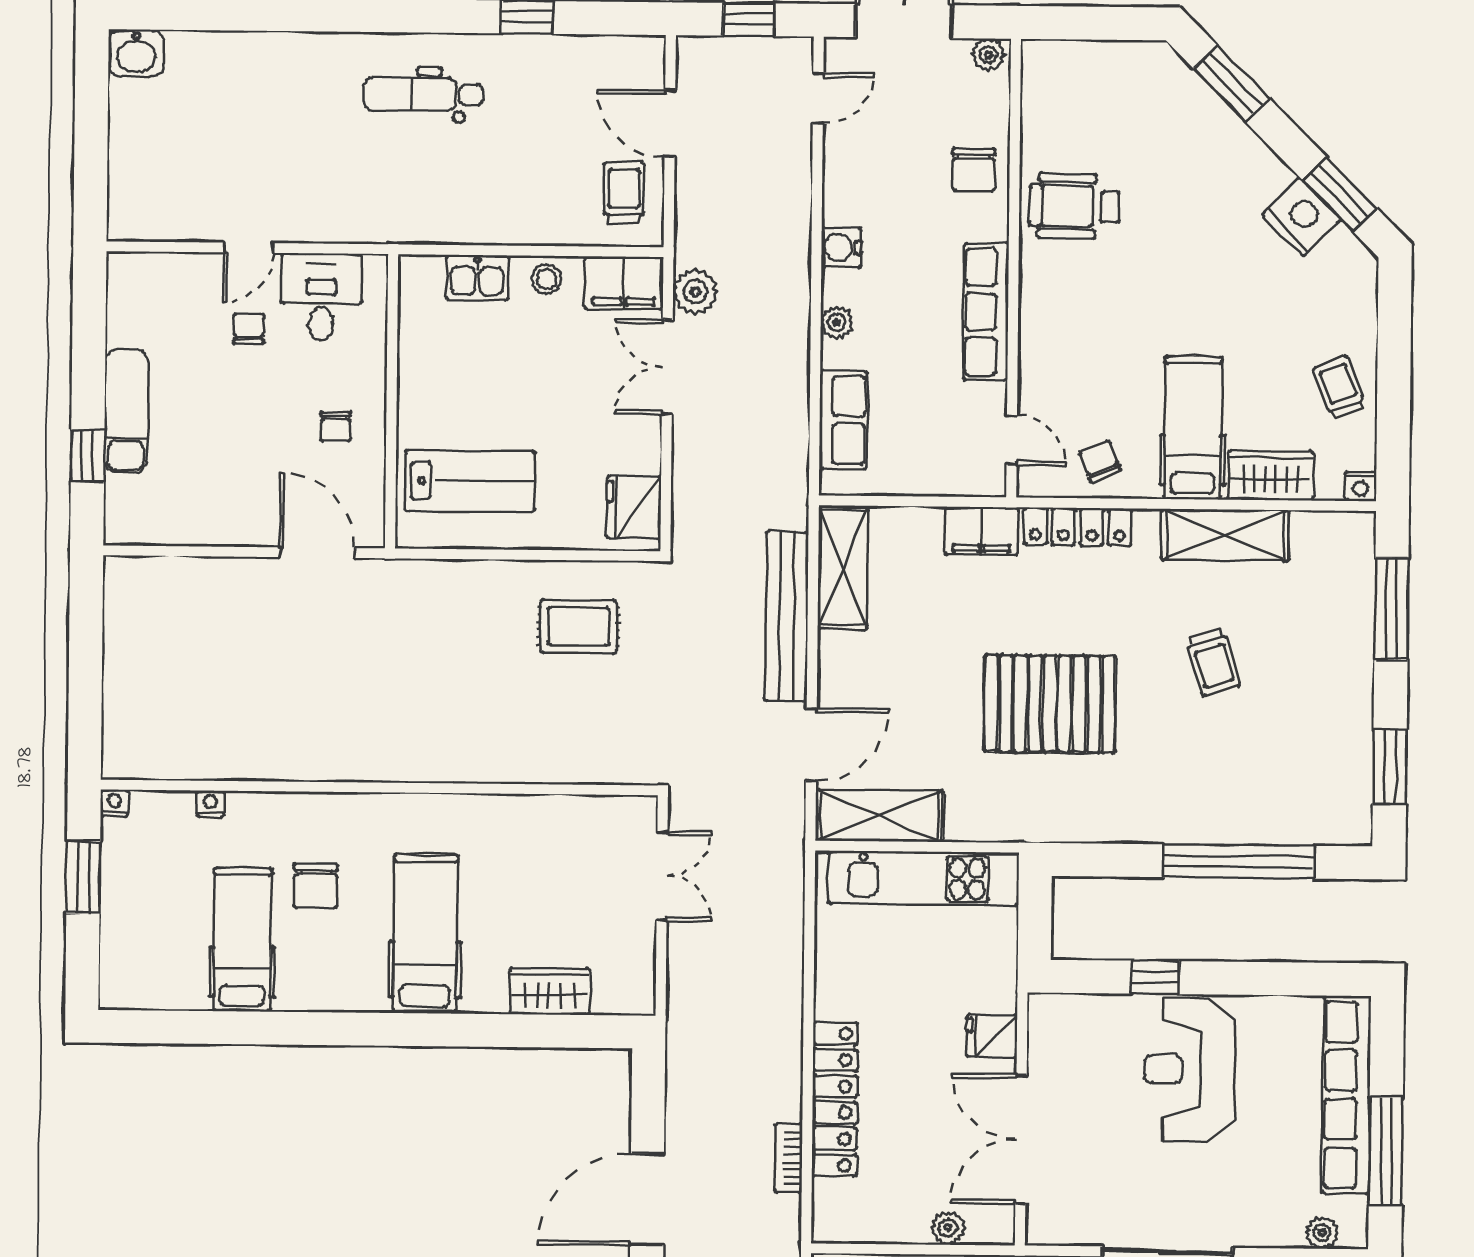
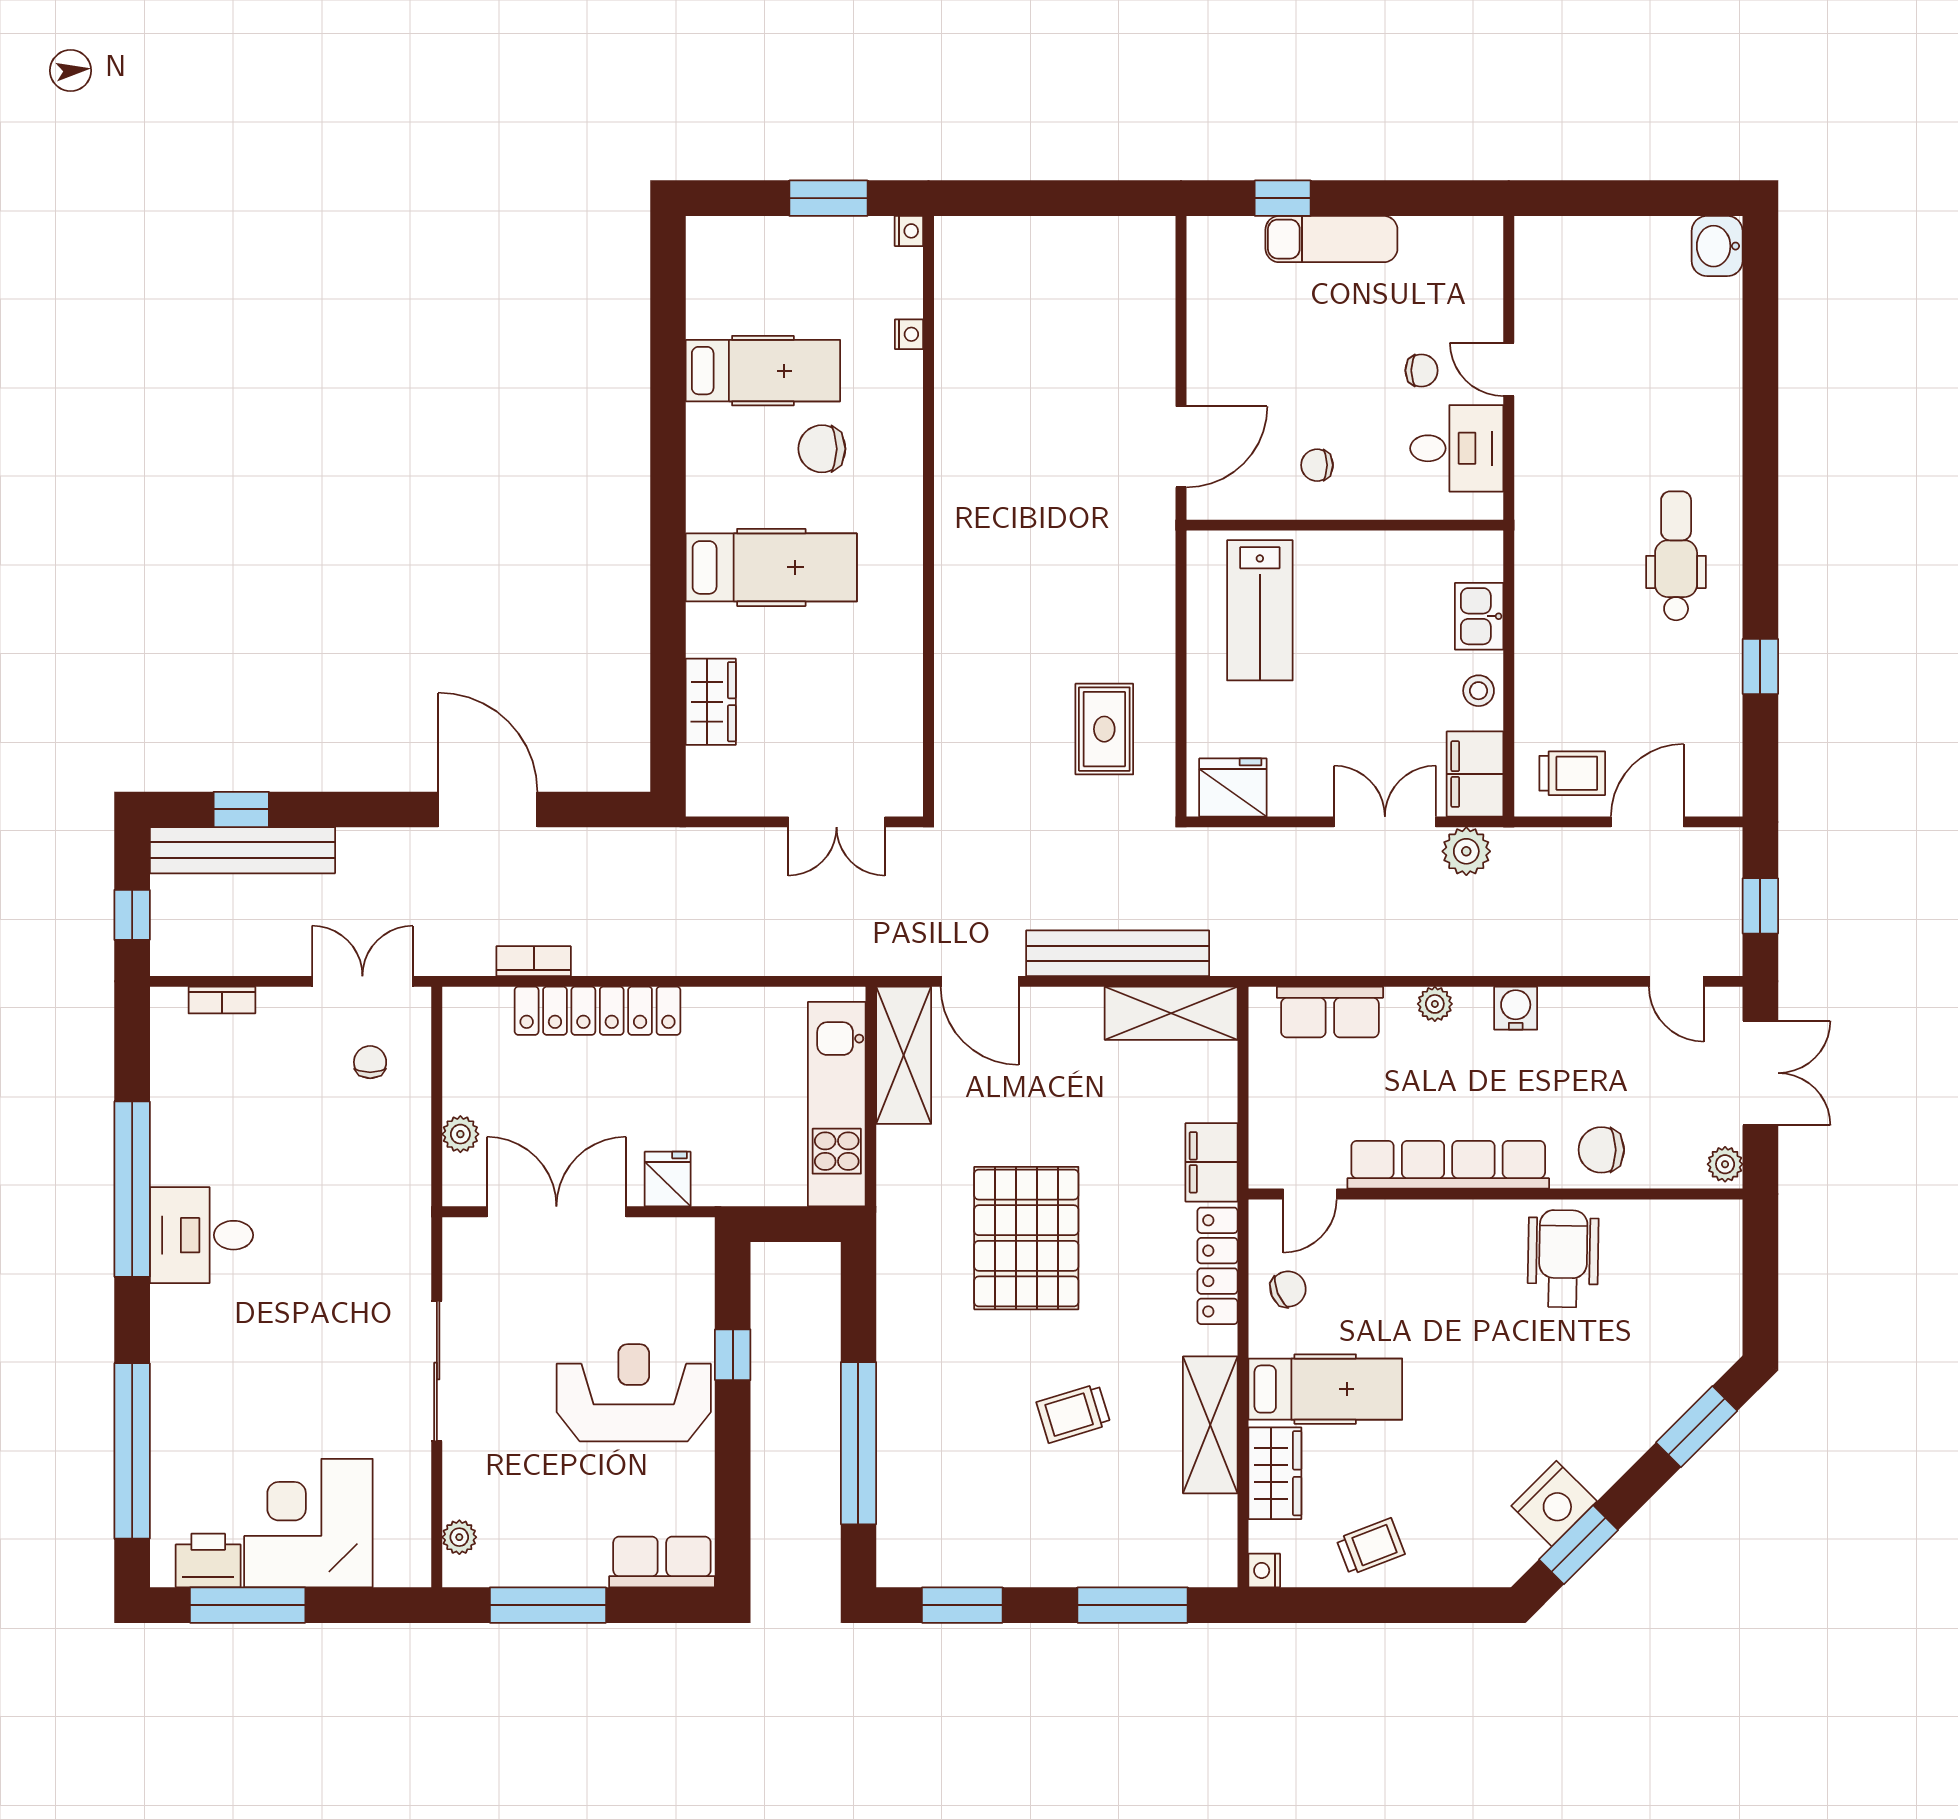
row of seats: (986, 312) -> (1448, 1165), width x1.36
row of seats: (1346, 1095) -> (662, 1562), width x0.50

